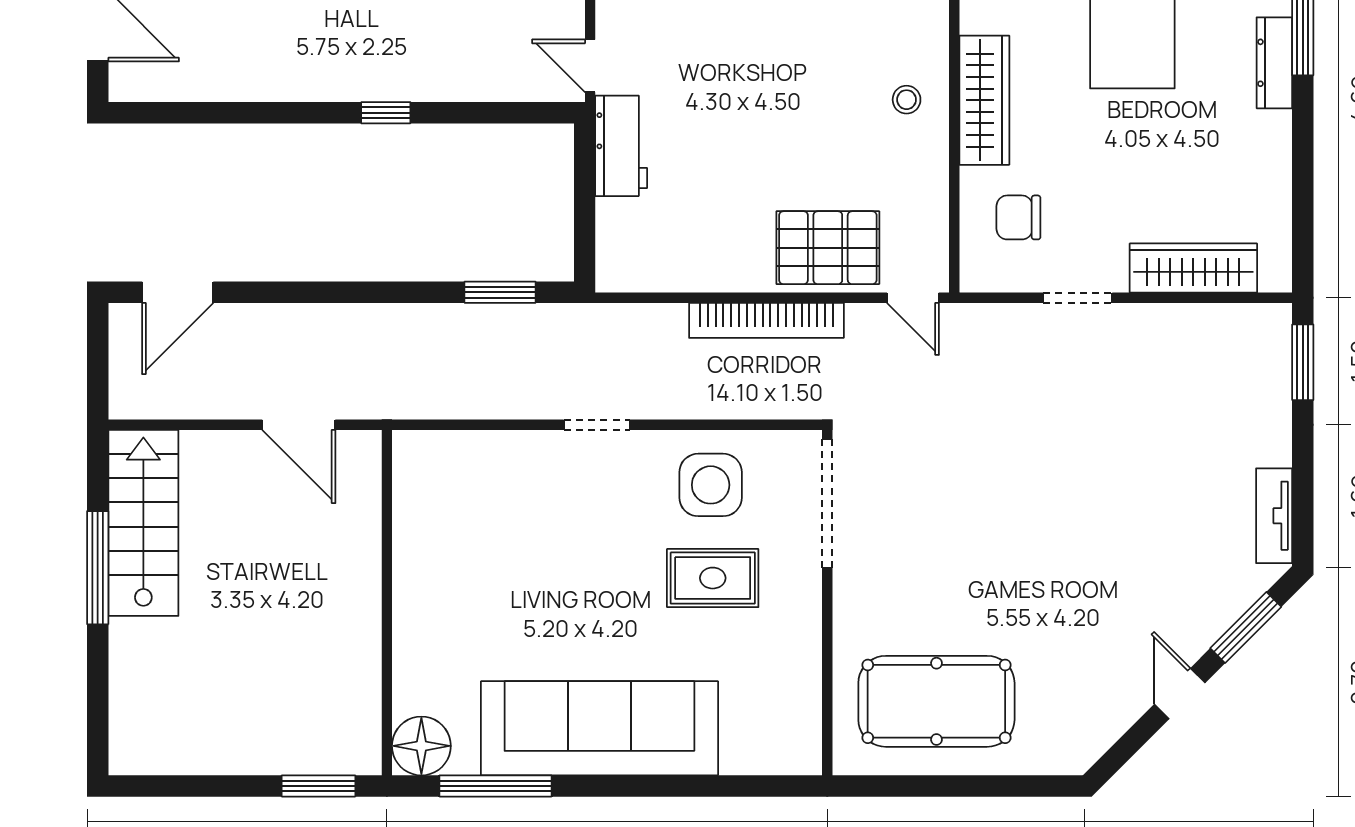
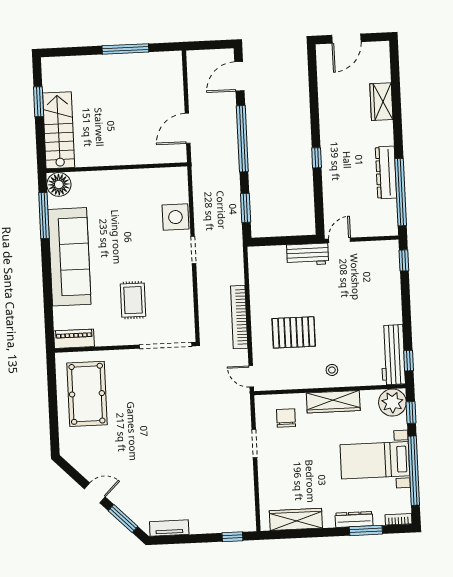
pallet: (828, 248) -> (294, 332), moved, turned 90
wardrobe: (1193, 268) -> (296, 519), moved, turned -90
door: (178, 292) -> (239, 76), hinge flipped
window: (331, 292) -> (242, 139), added
door: (913, 298) -> (251, 376), hinge flipped
window: (1303, 362) -> (232, 537), width x0.67
side table: (711, 485) -> (175, 217), moved
stairs: (143, 523) -> (59, 130), moved, turned -90
piano: (800, 727) -> (74, 339), added
window: (319, 786) -> (39, 102), moved

